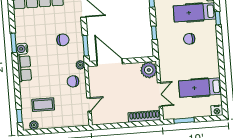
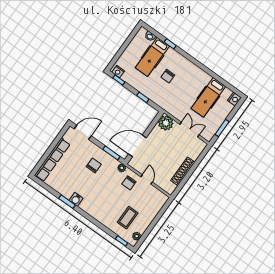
row of seats: (24, 68) -> (91, 209), removed
door: (89, 105) -> (147, 179), moved
shoe rack: (144, 116) -> (183, 171), moved

